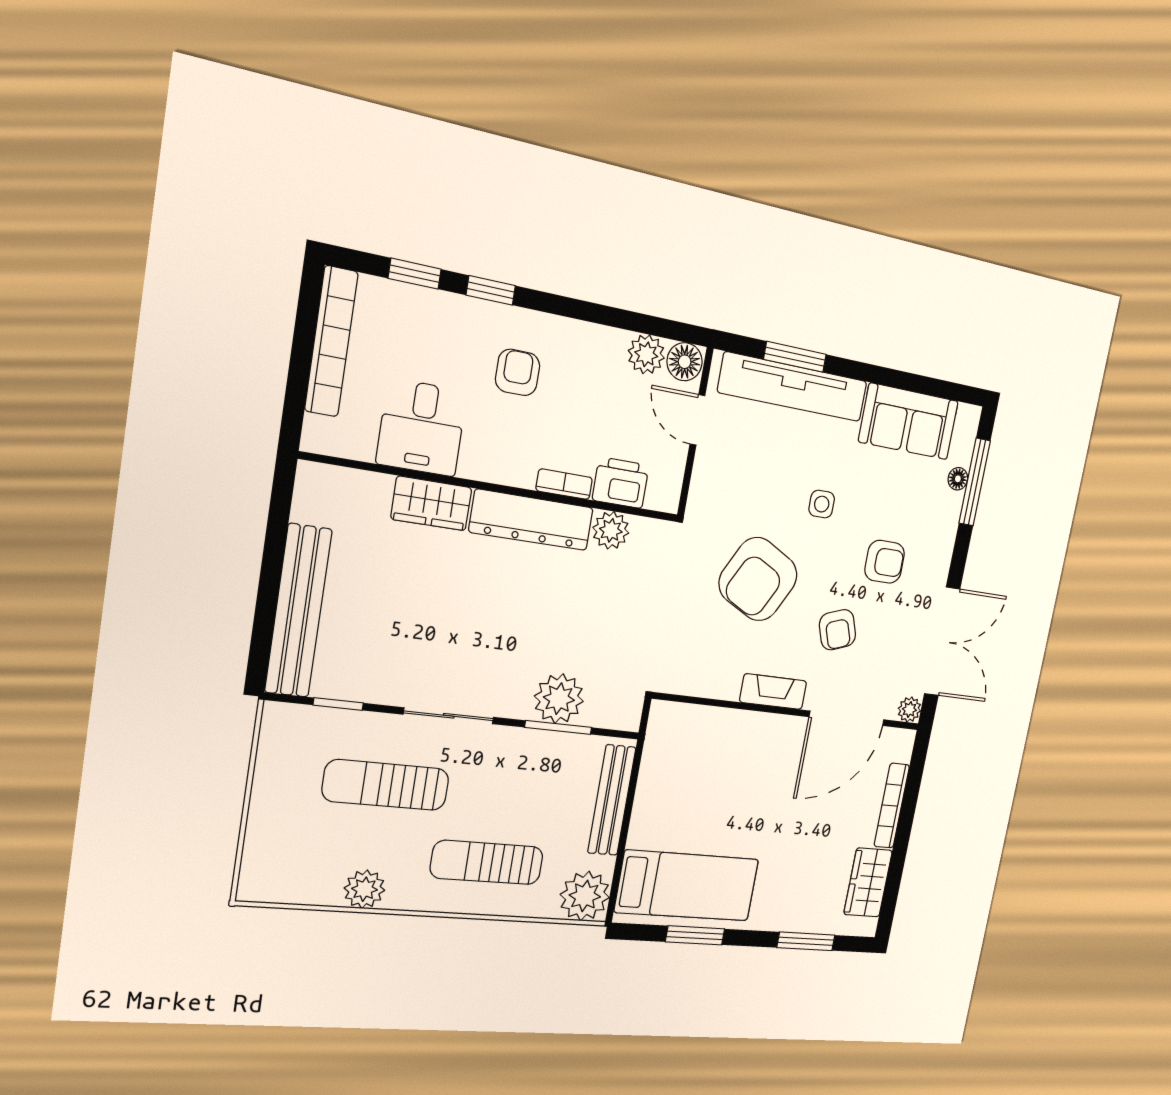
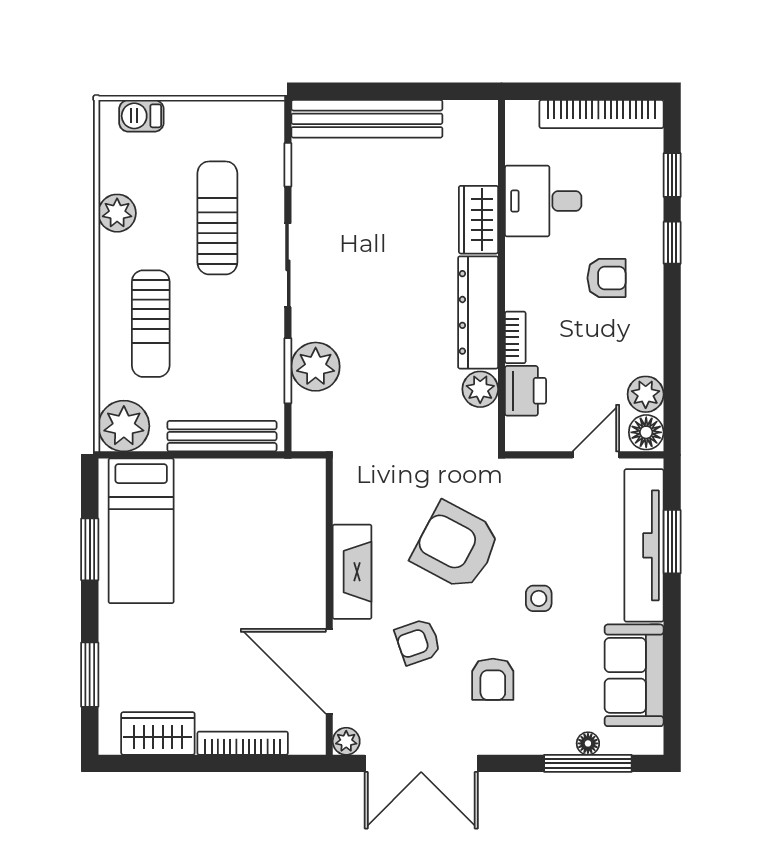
fireplace: (773, 692) -> (352, 572), width x1.37, depth x1.32
barbecue: (259, 857) -> (141, 116), added
sun lounger: (487, 862) -> (151, 324), turned 180

